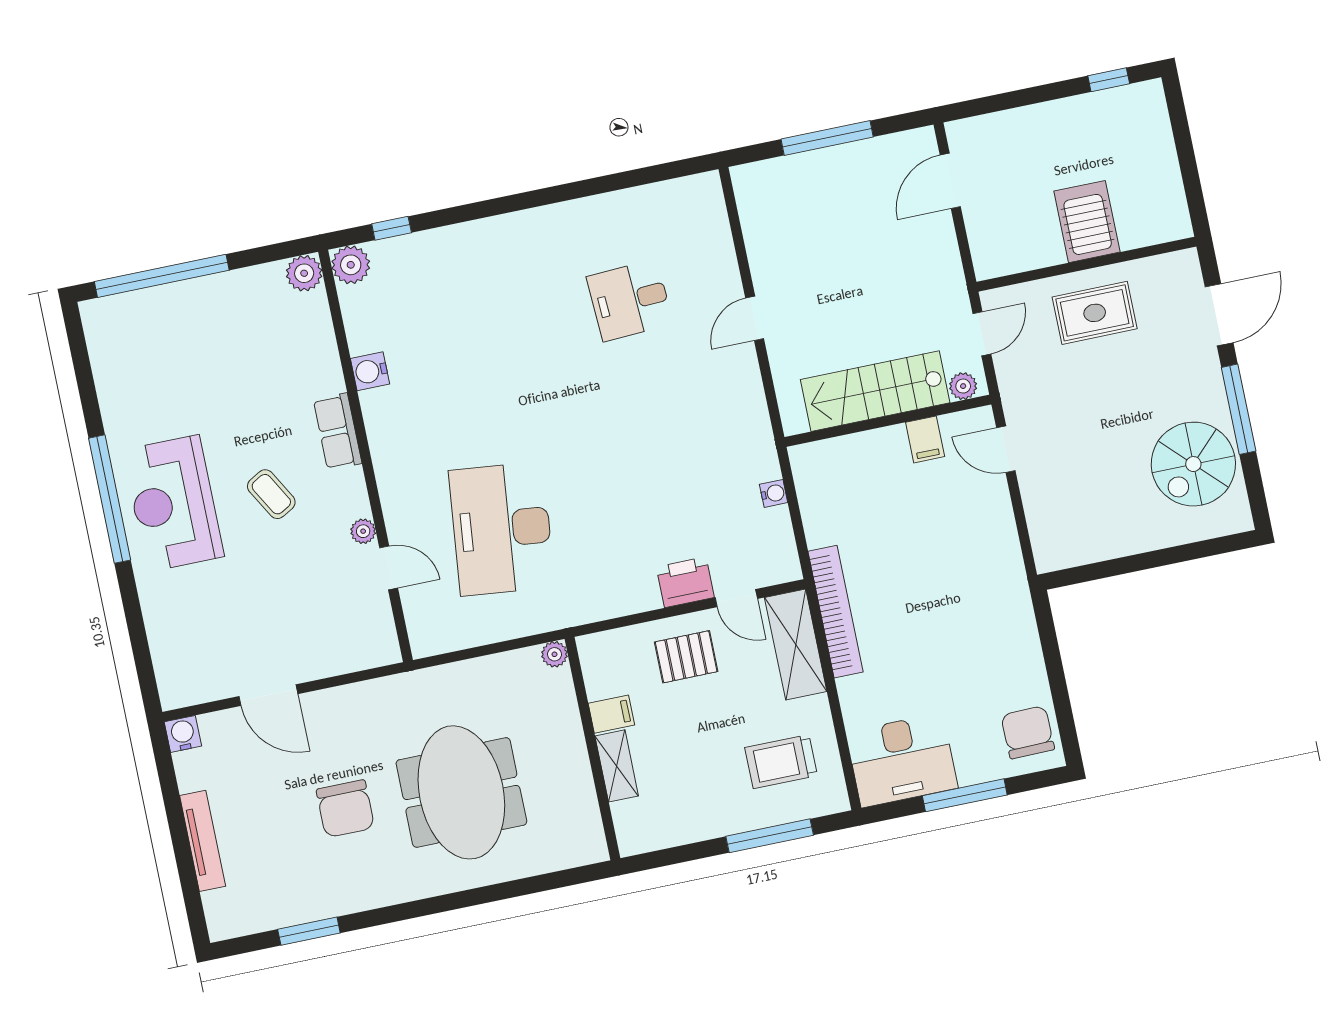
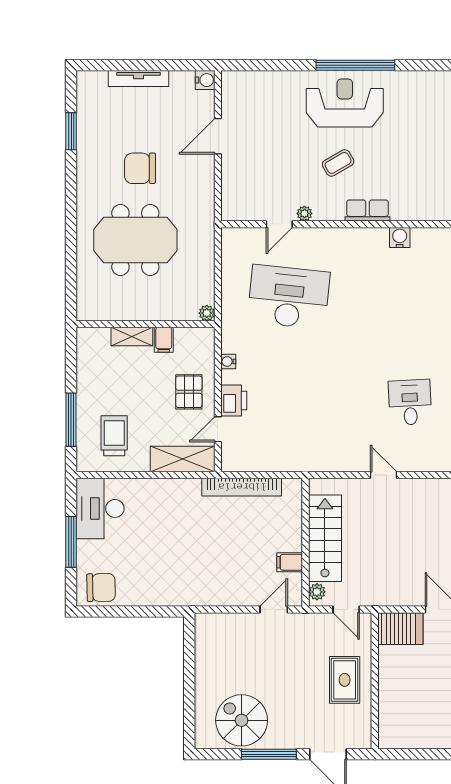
server rack: (1087, 222) -> (400, 629), moved
water cooler: (774, 493) -> (228, 361), moved, turned 90
bookcase: (835, 612) -> (242, 487), moved

